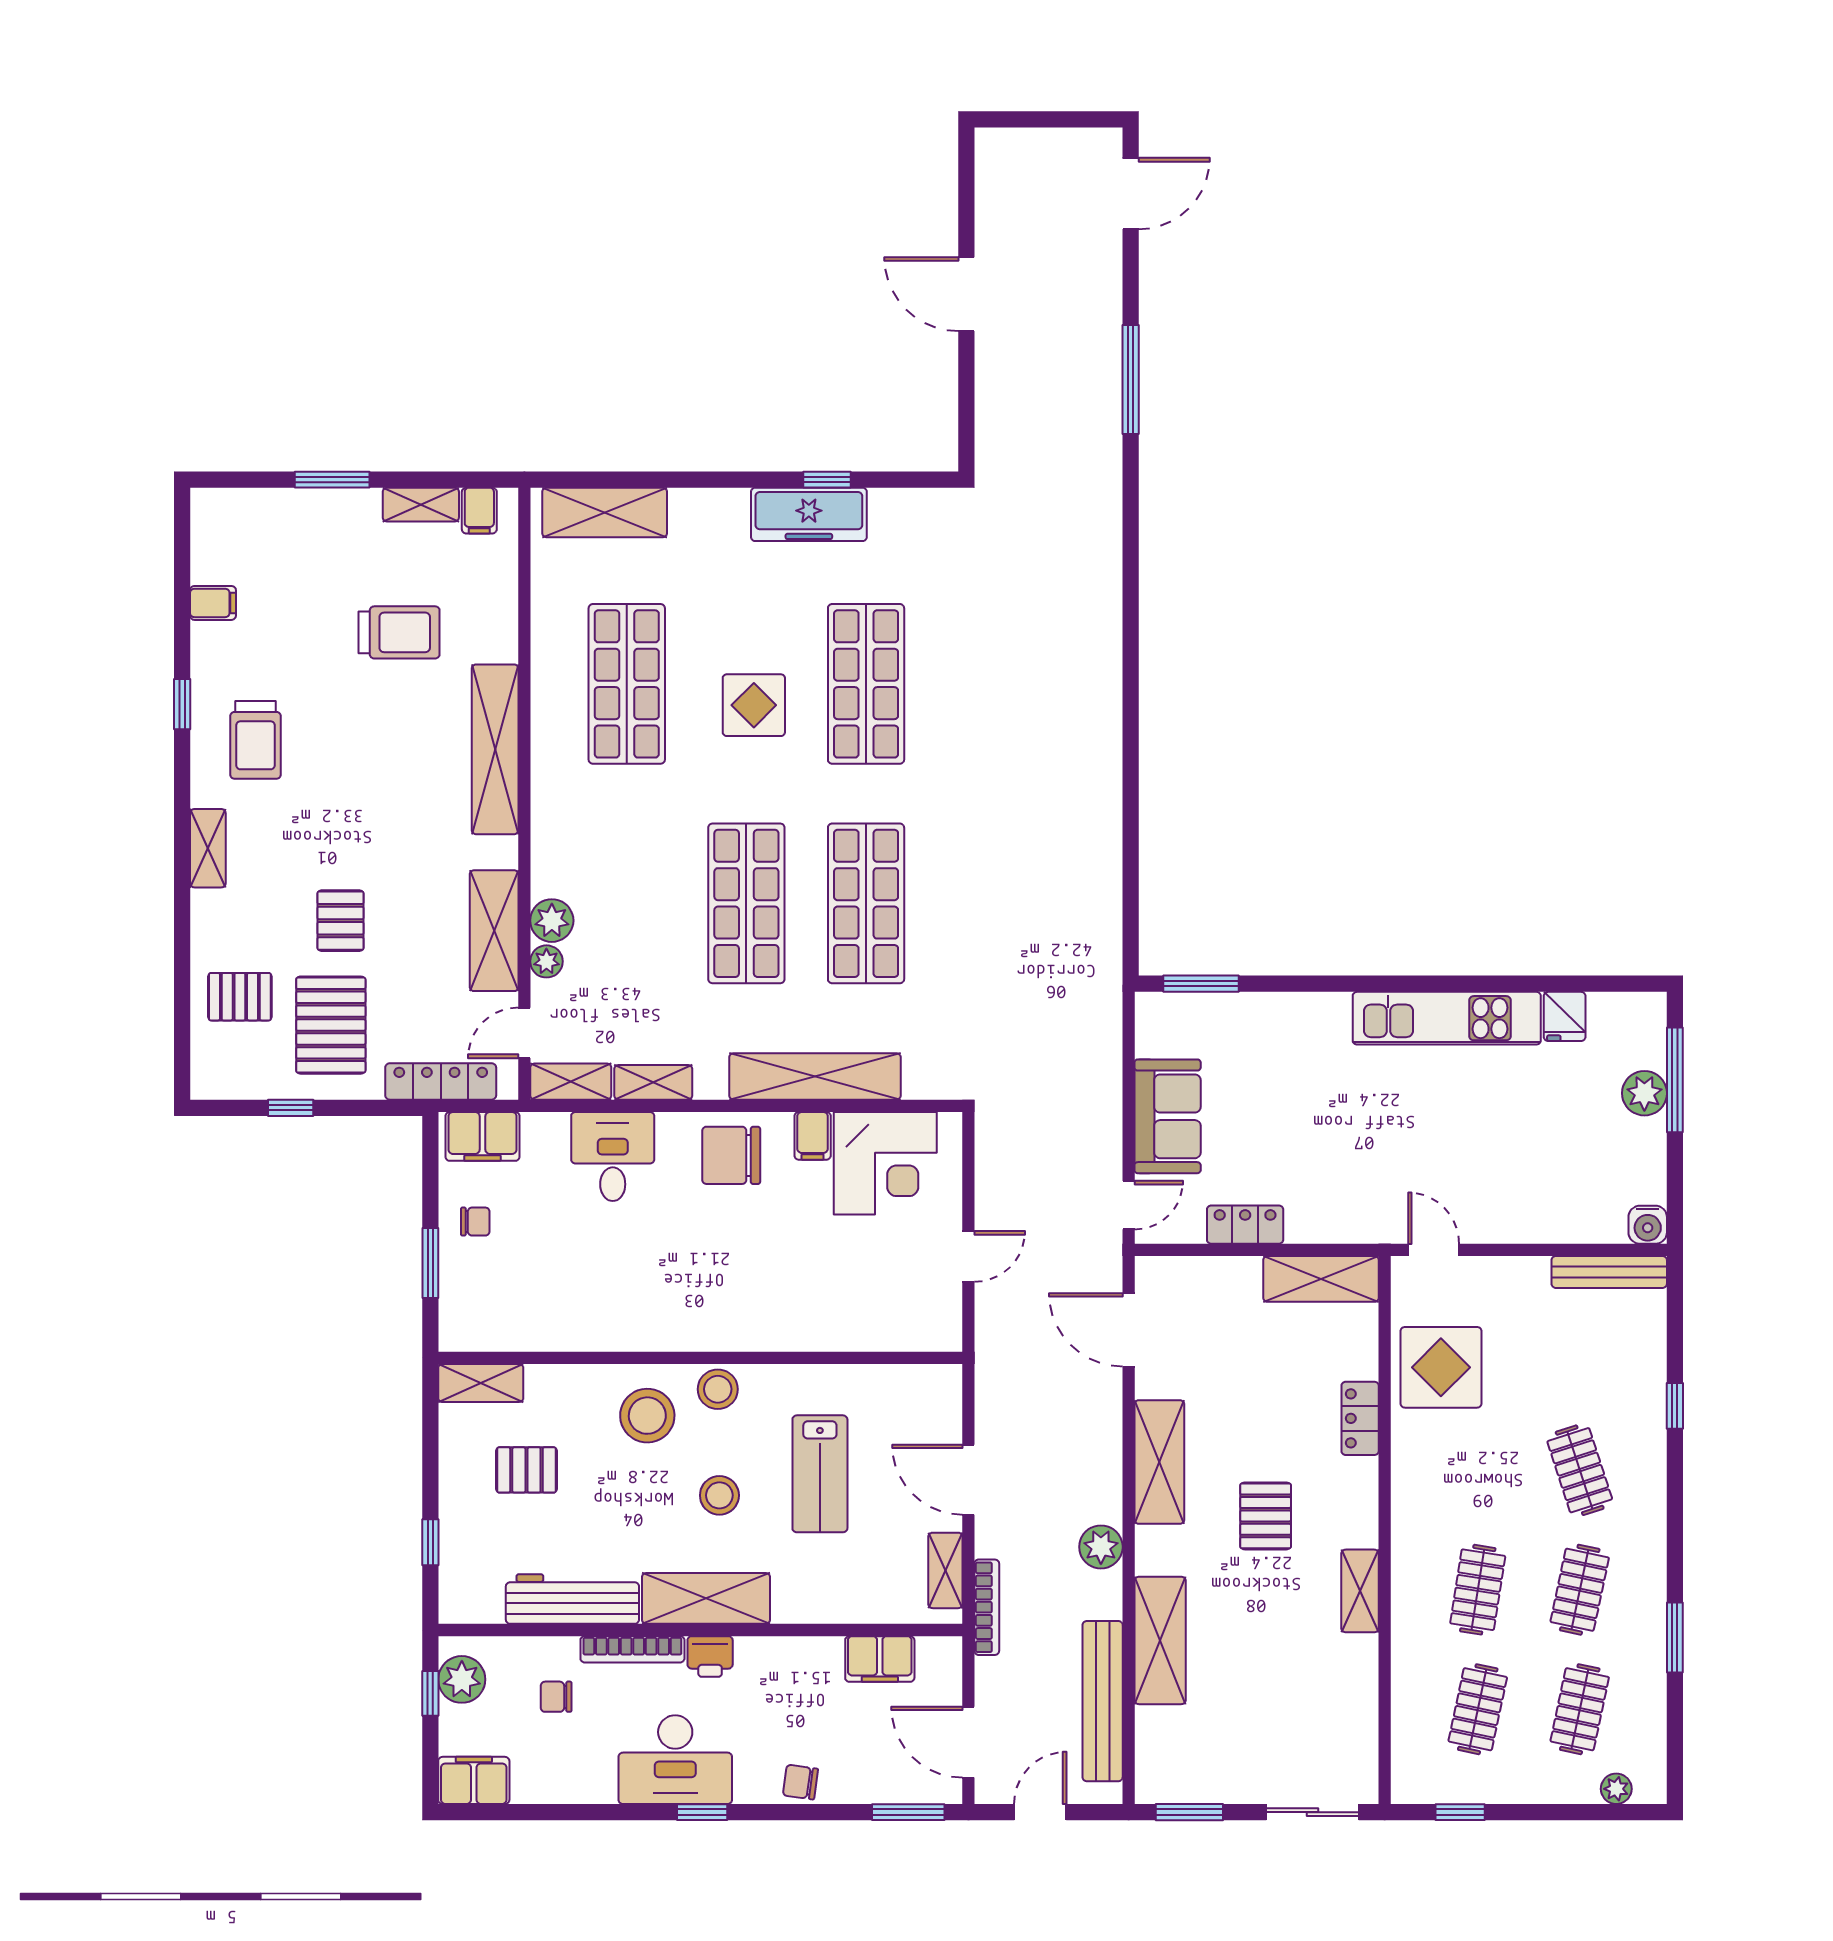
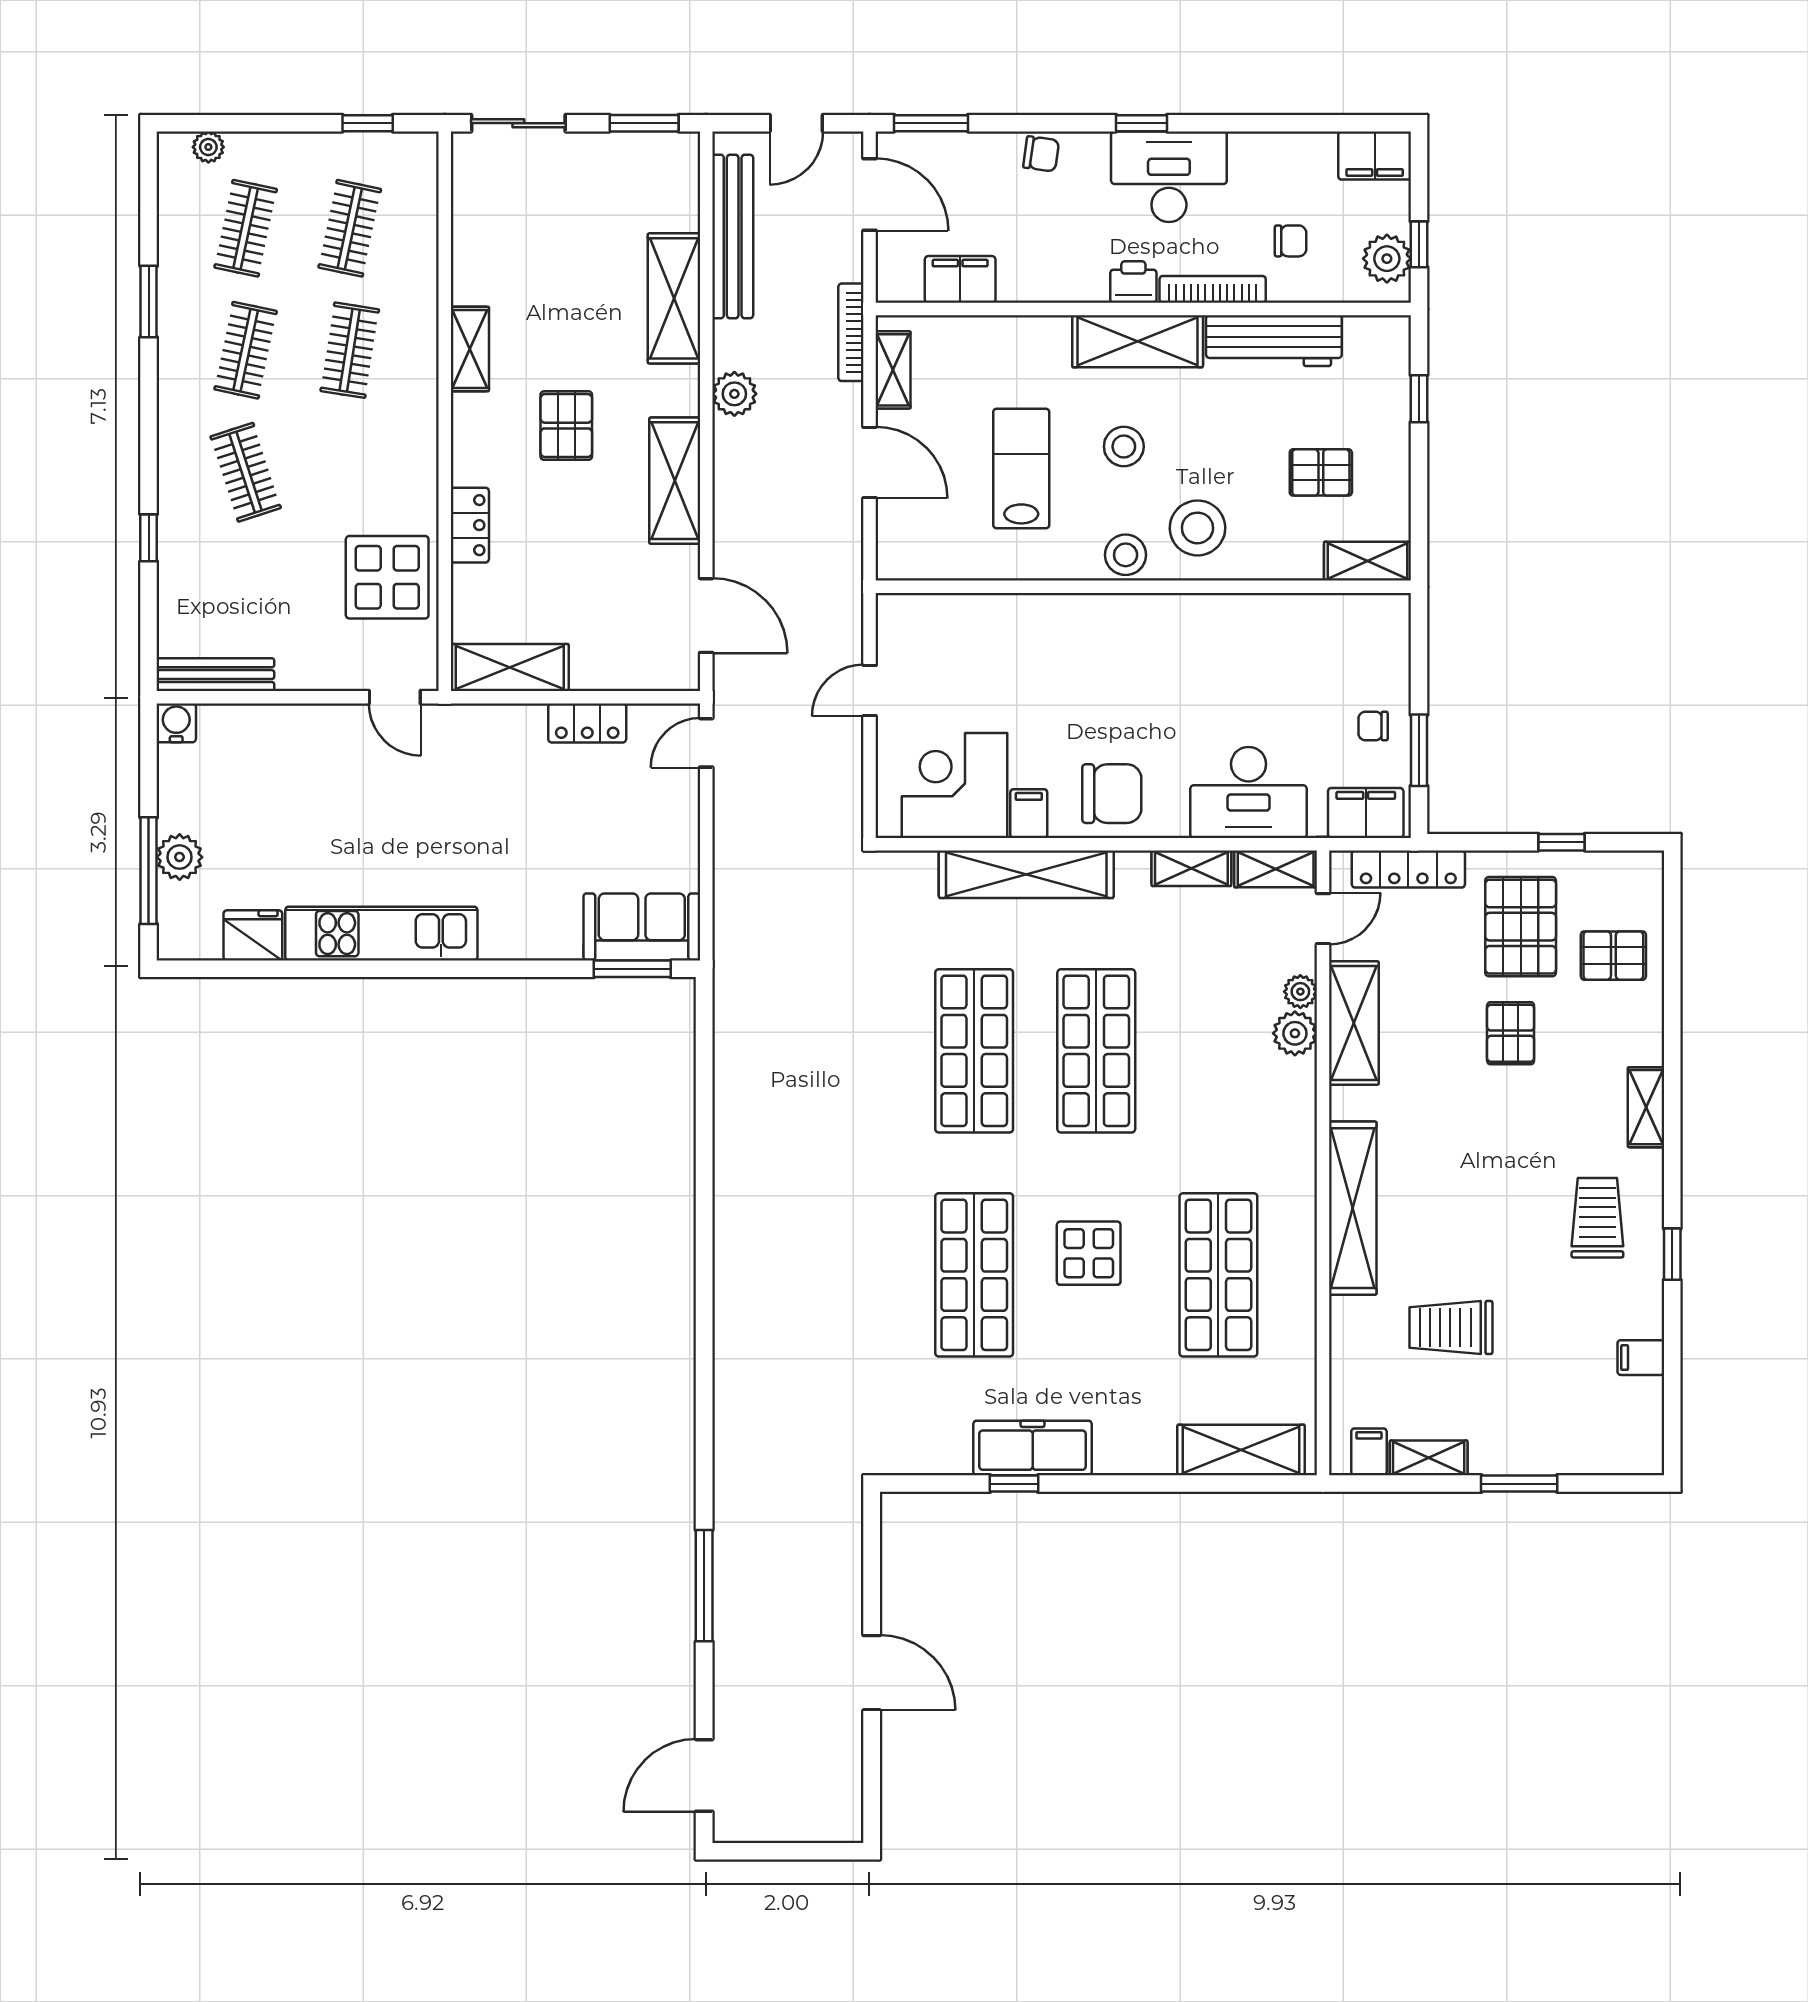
fridge: (1565, 1016) -> (253, 935), width x1.38
sofa: (1168, 1116) -> (642, 927), moved, turned 90
desk: (613, 1156) -> (1249, 792), width x1.37
window: (430, 1263) -> (1419, 750), moved

